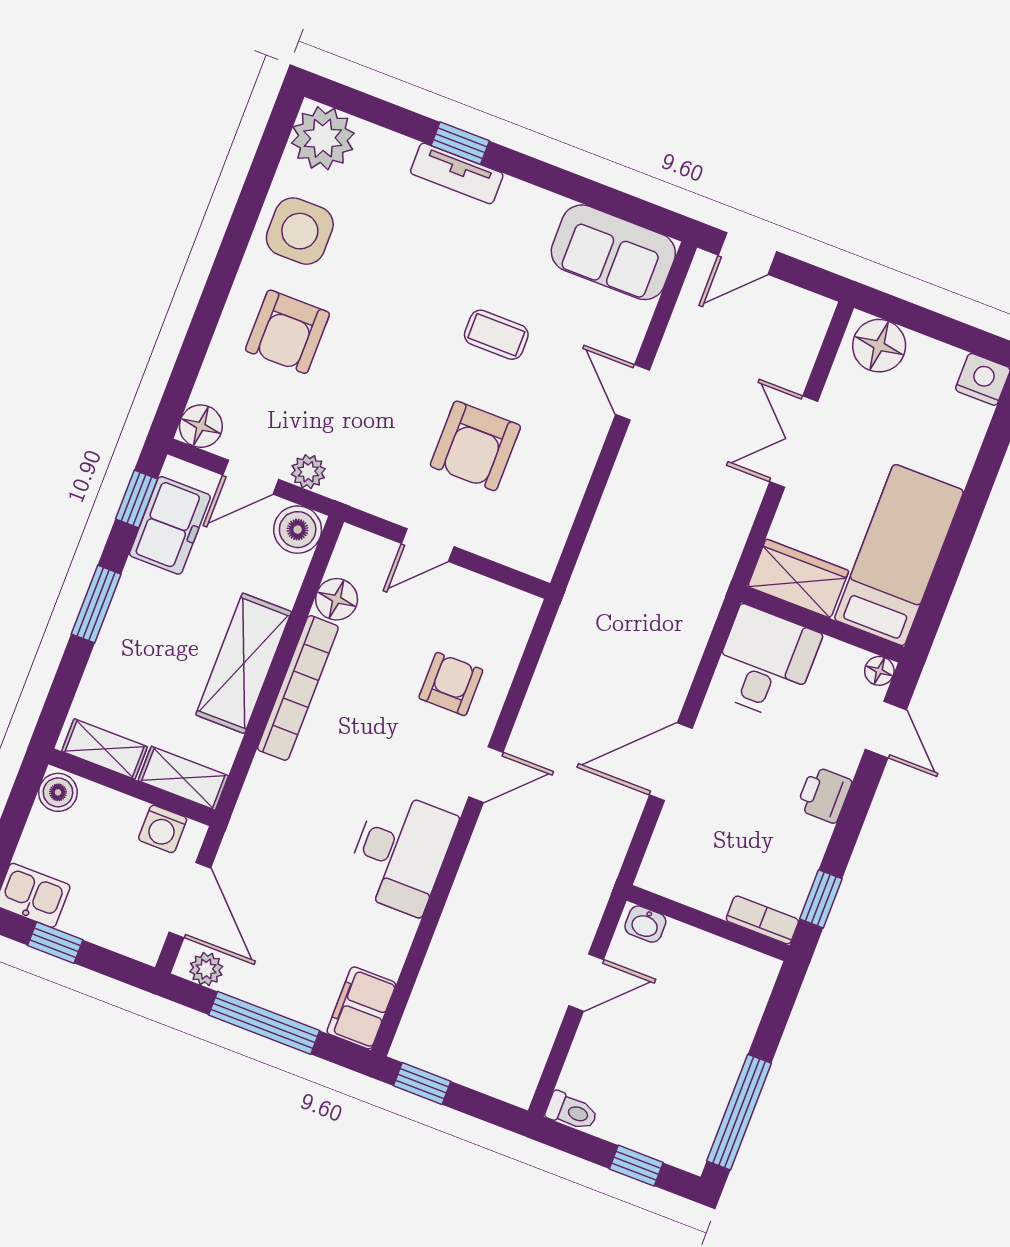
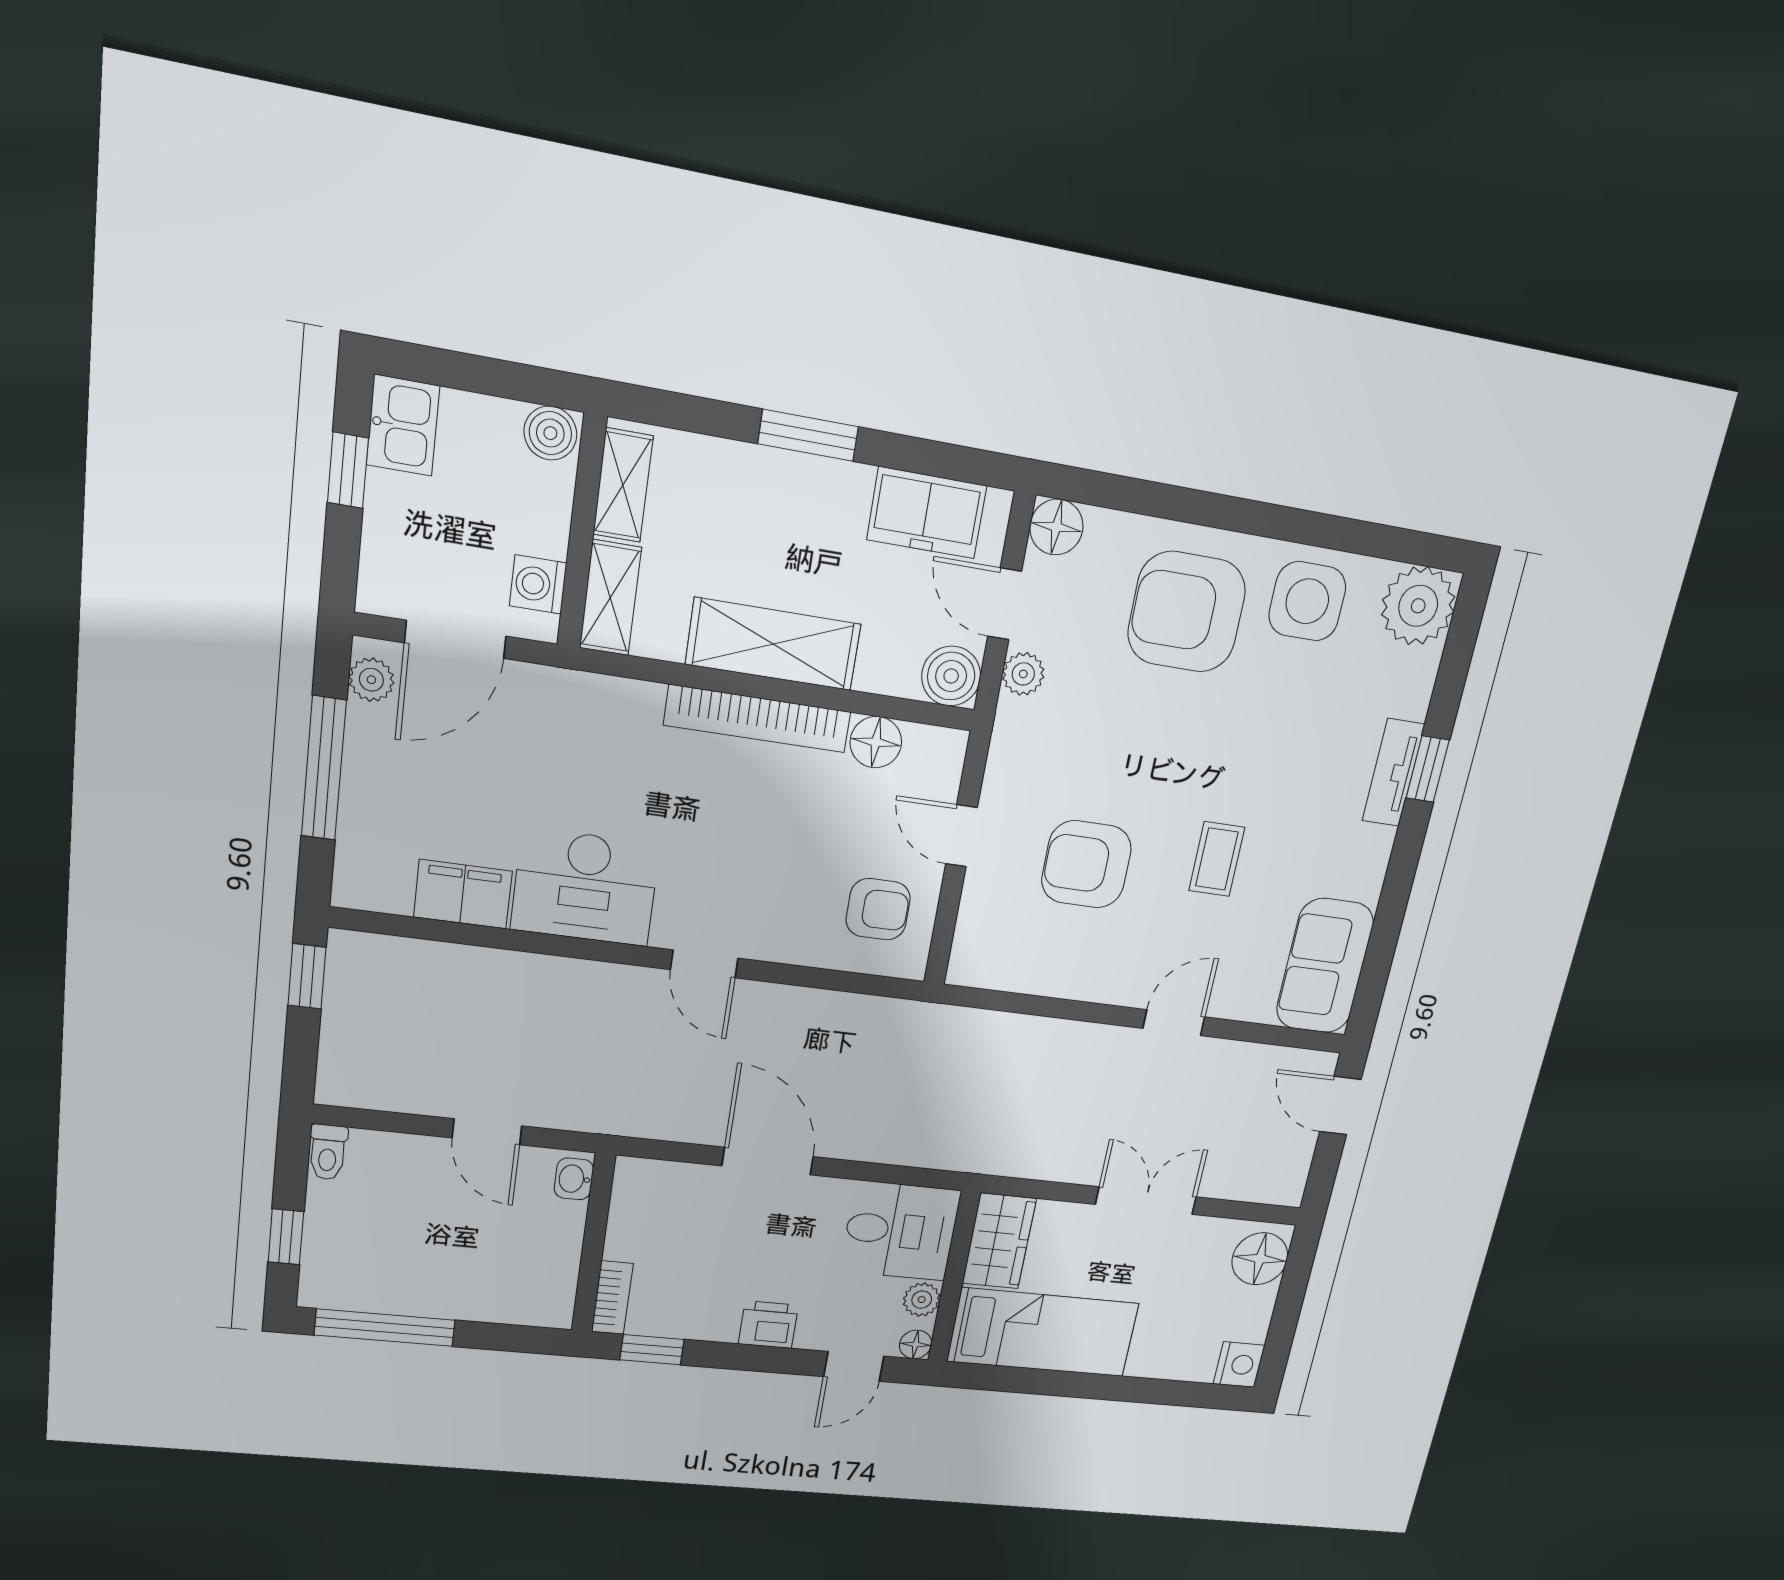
armchair: (287, 332) -> (1187, 612), width x1.36, depth x1.36
window: (137, 499) -> (952, 462), removed
plant: (837, 657) -> (922, 1300), added
armchair: (451, 684) -> (878, 909), moved
filing cabinet: (361, 1008) -> (463, 894), moved

